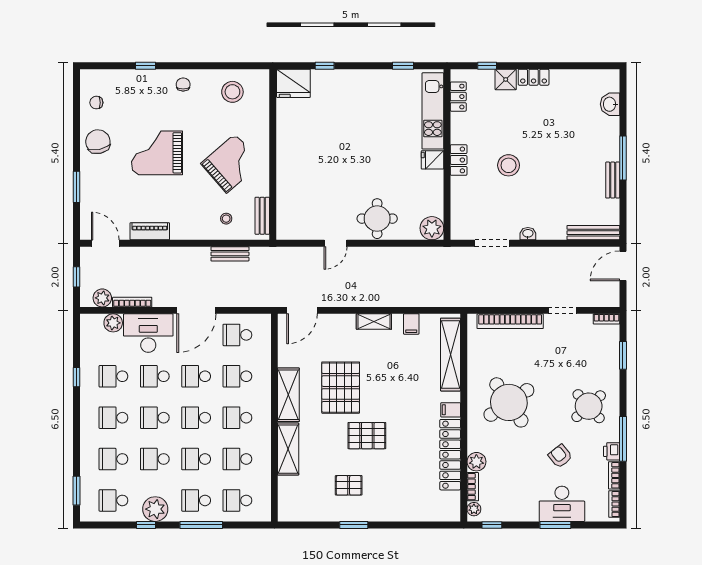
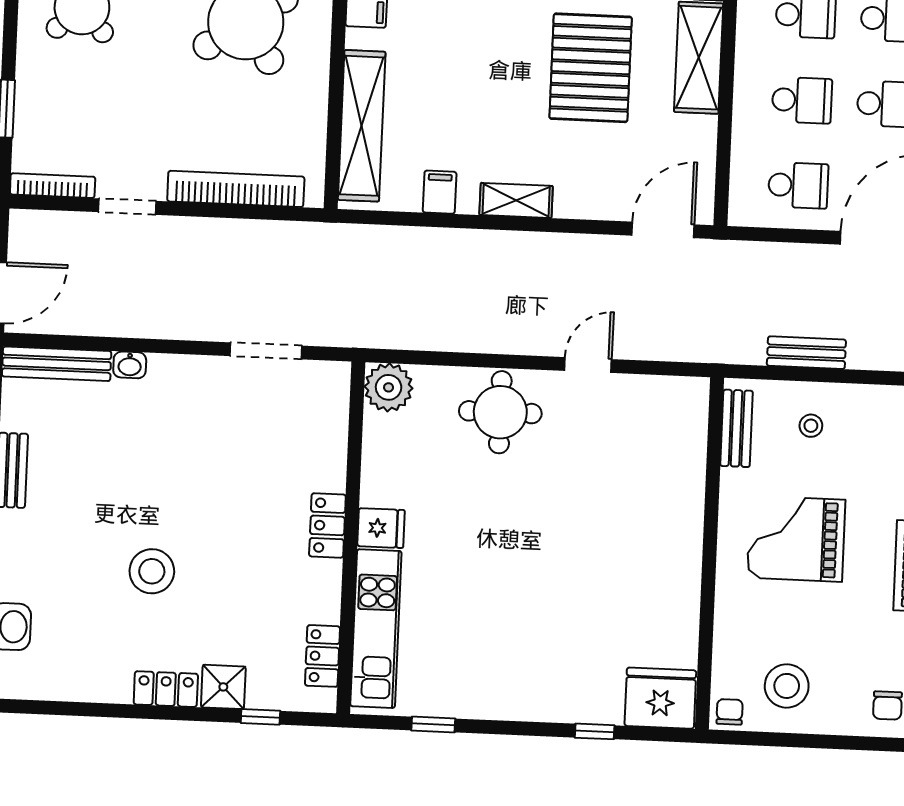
chair: (260, 78) -> (730, 712), added
grand piano: (231, 163) -> (796, 539), turned 41
stool: (509, 165) -> (152, 571), moved
washbasin: (528, 234) -> (130, 365), moved
bookcase: (606, 319) -> (53, 186), width x1.56

